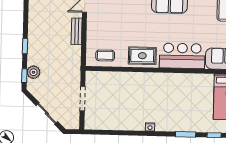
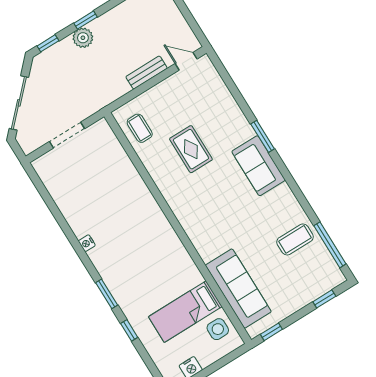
rug: (142, 56) -> (191, 149), moved
bar counter: (182, 56) -> (202, 225), removed
plant: (33, 72) -> (83, 38), moved
sliding door: (47, 114) -> (19, 103), width x1.37

